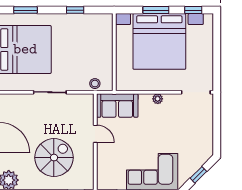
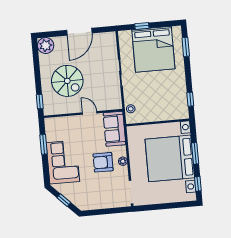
window: (75, 10) -> (190, 99), moved
armchair: (157, 123) -> (103, 162), added
door: (95, 134) -> (90, 113), swing flipped

